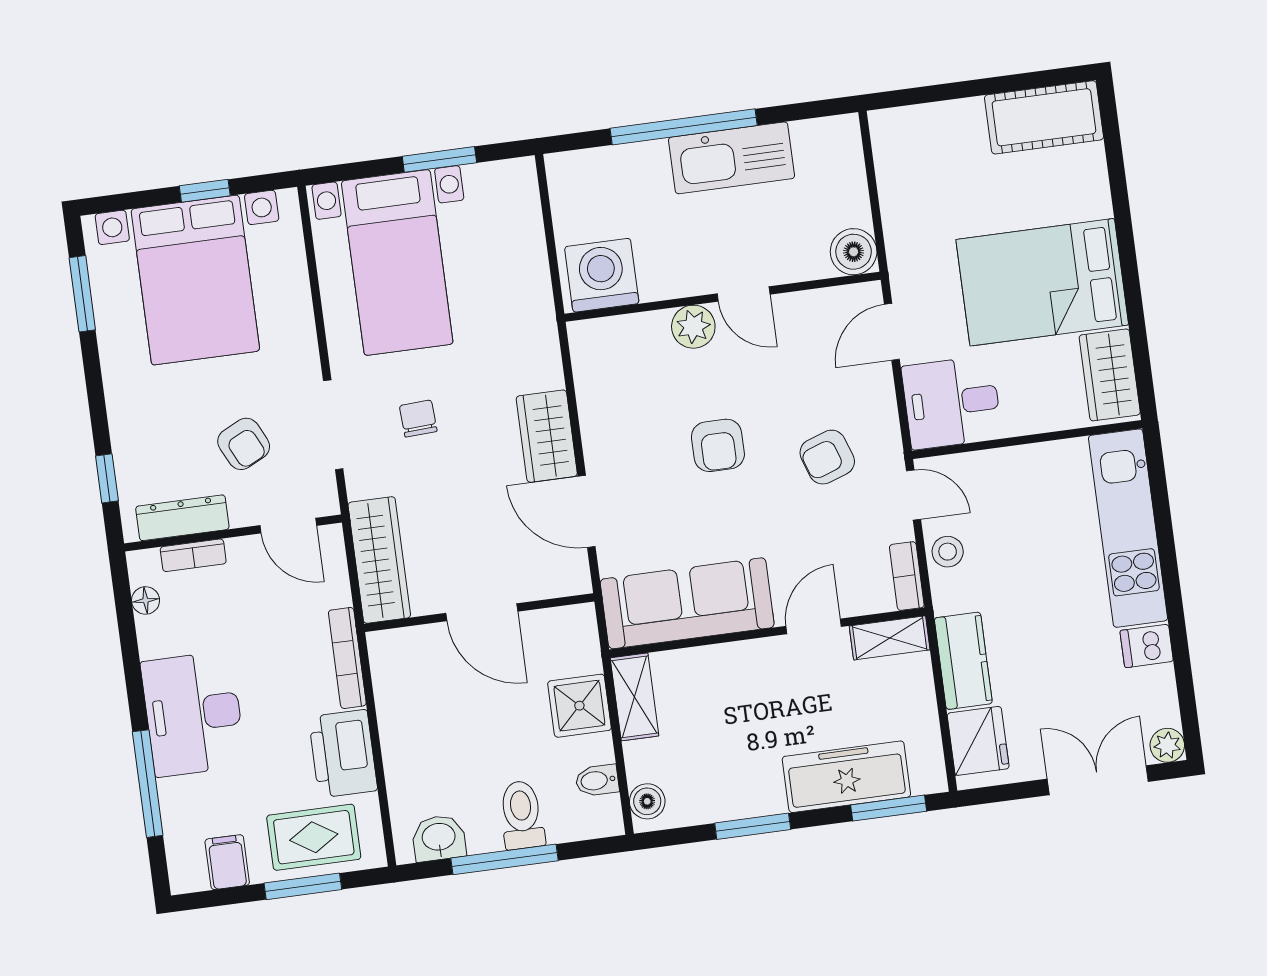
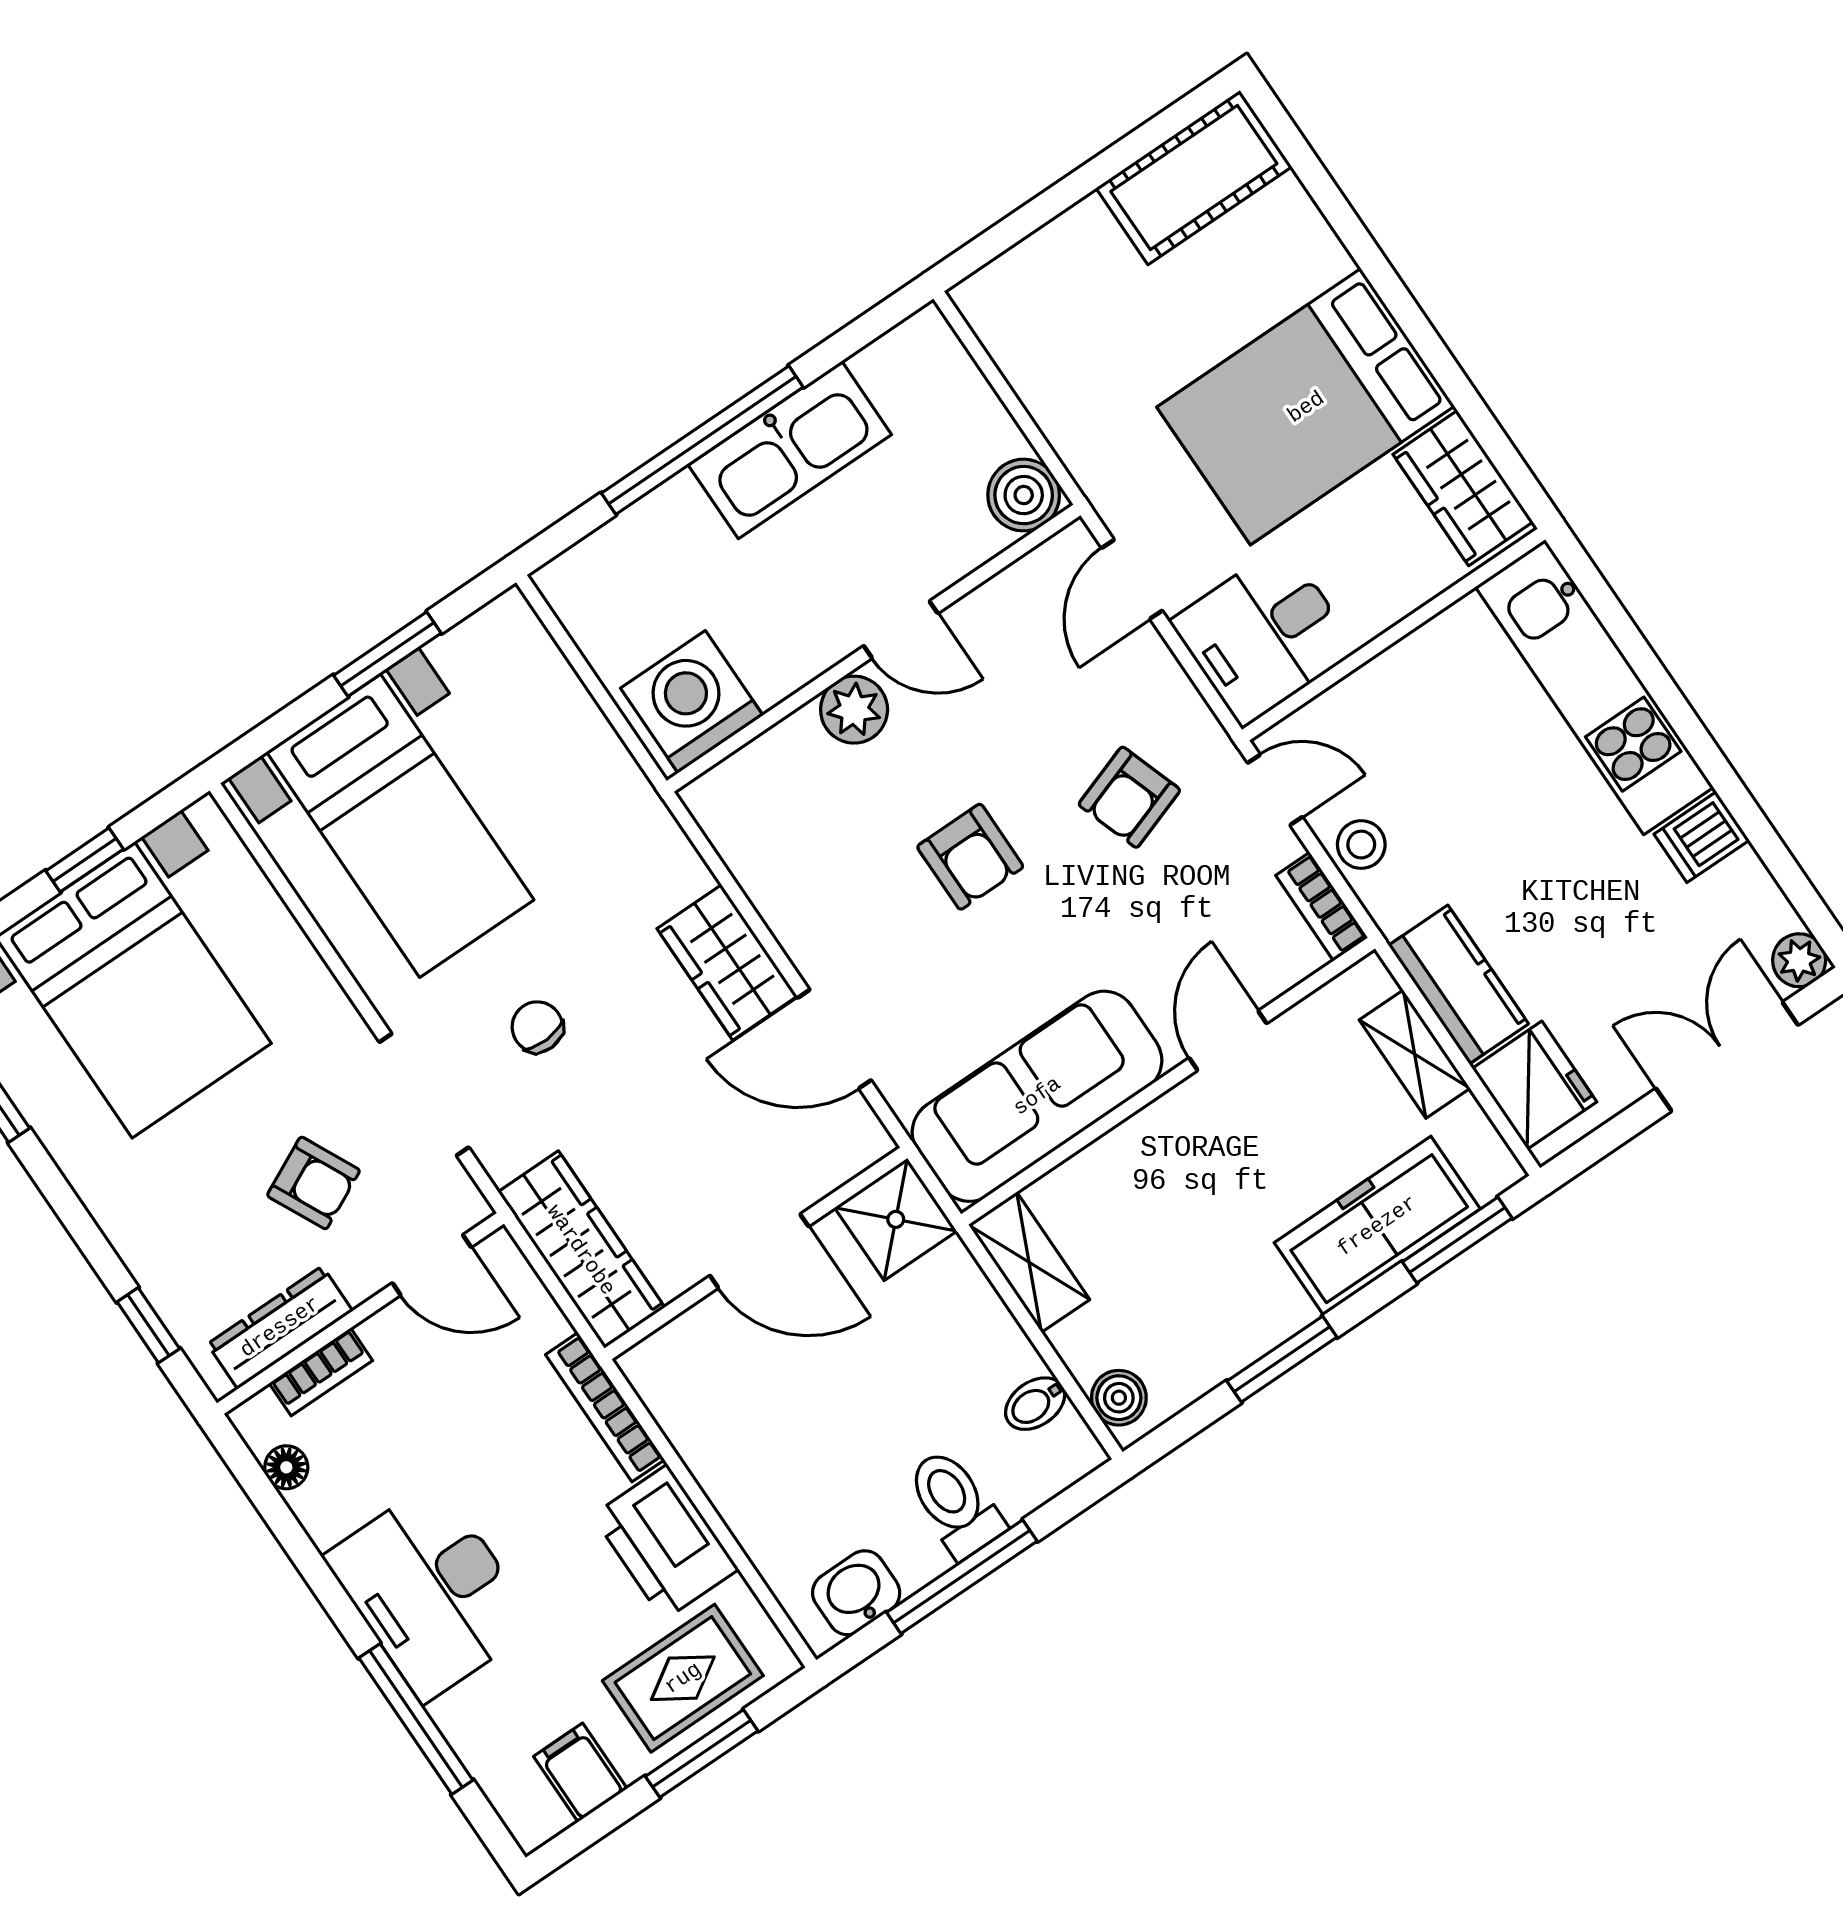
shelving: (890, 638) -> (1415, 1054), moved, turned 90
shower: (579, 706) -> (896, 1219), moved

